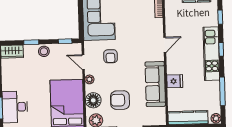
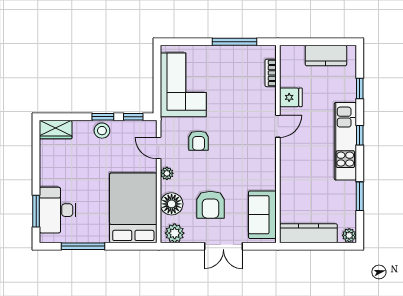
window: (31, 42) -> (103, 117), moved
fridge: (175, 81) -> (291, 97), moved
sofa: (155, 84) -> (262, 215), moved, width x0.73
window: (222, 91) -> (360, 196), width x0.69
armchair: (120, 100) -> (211, 205), turned -90

